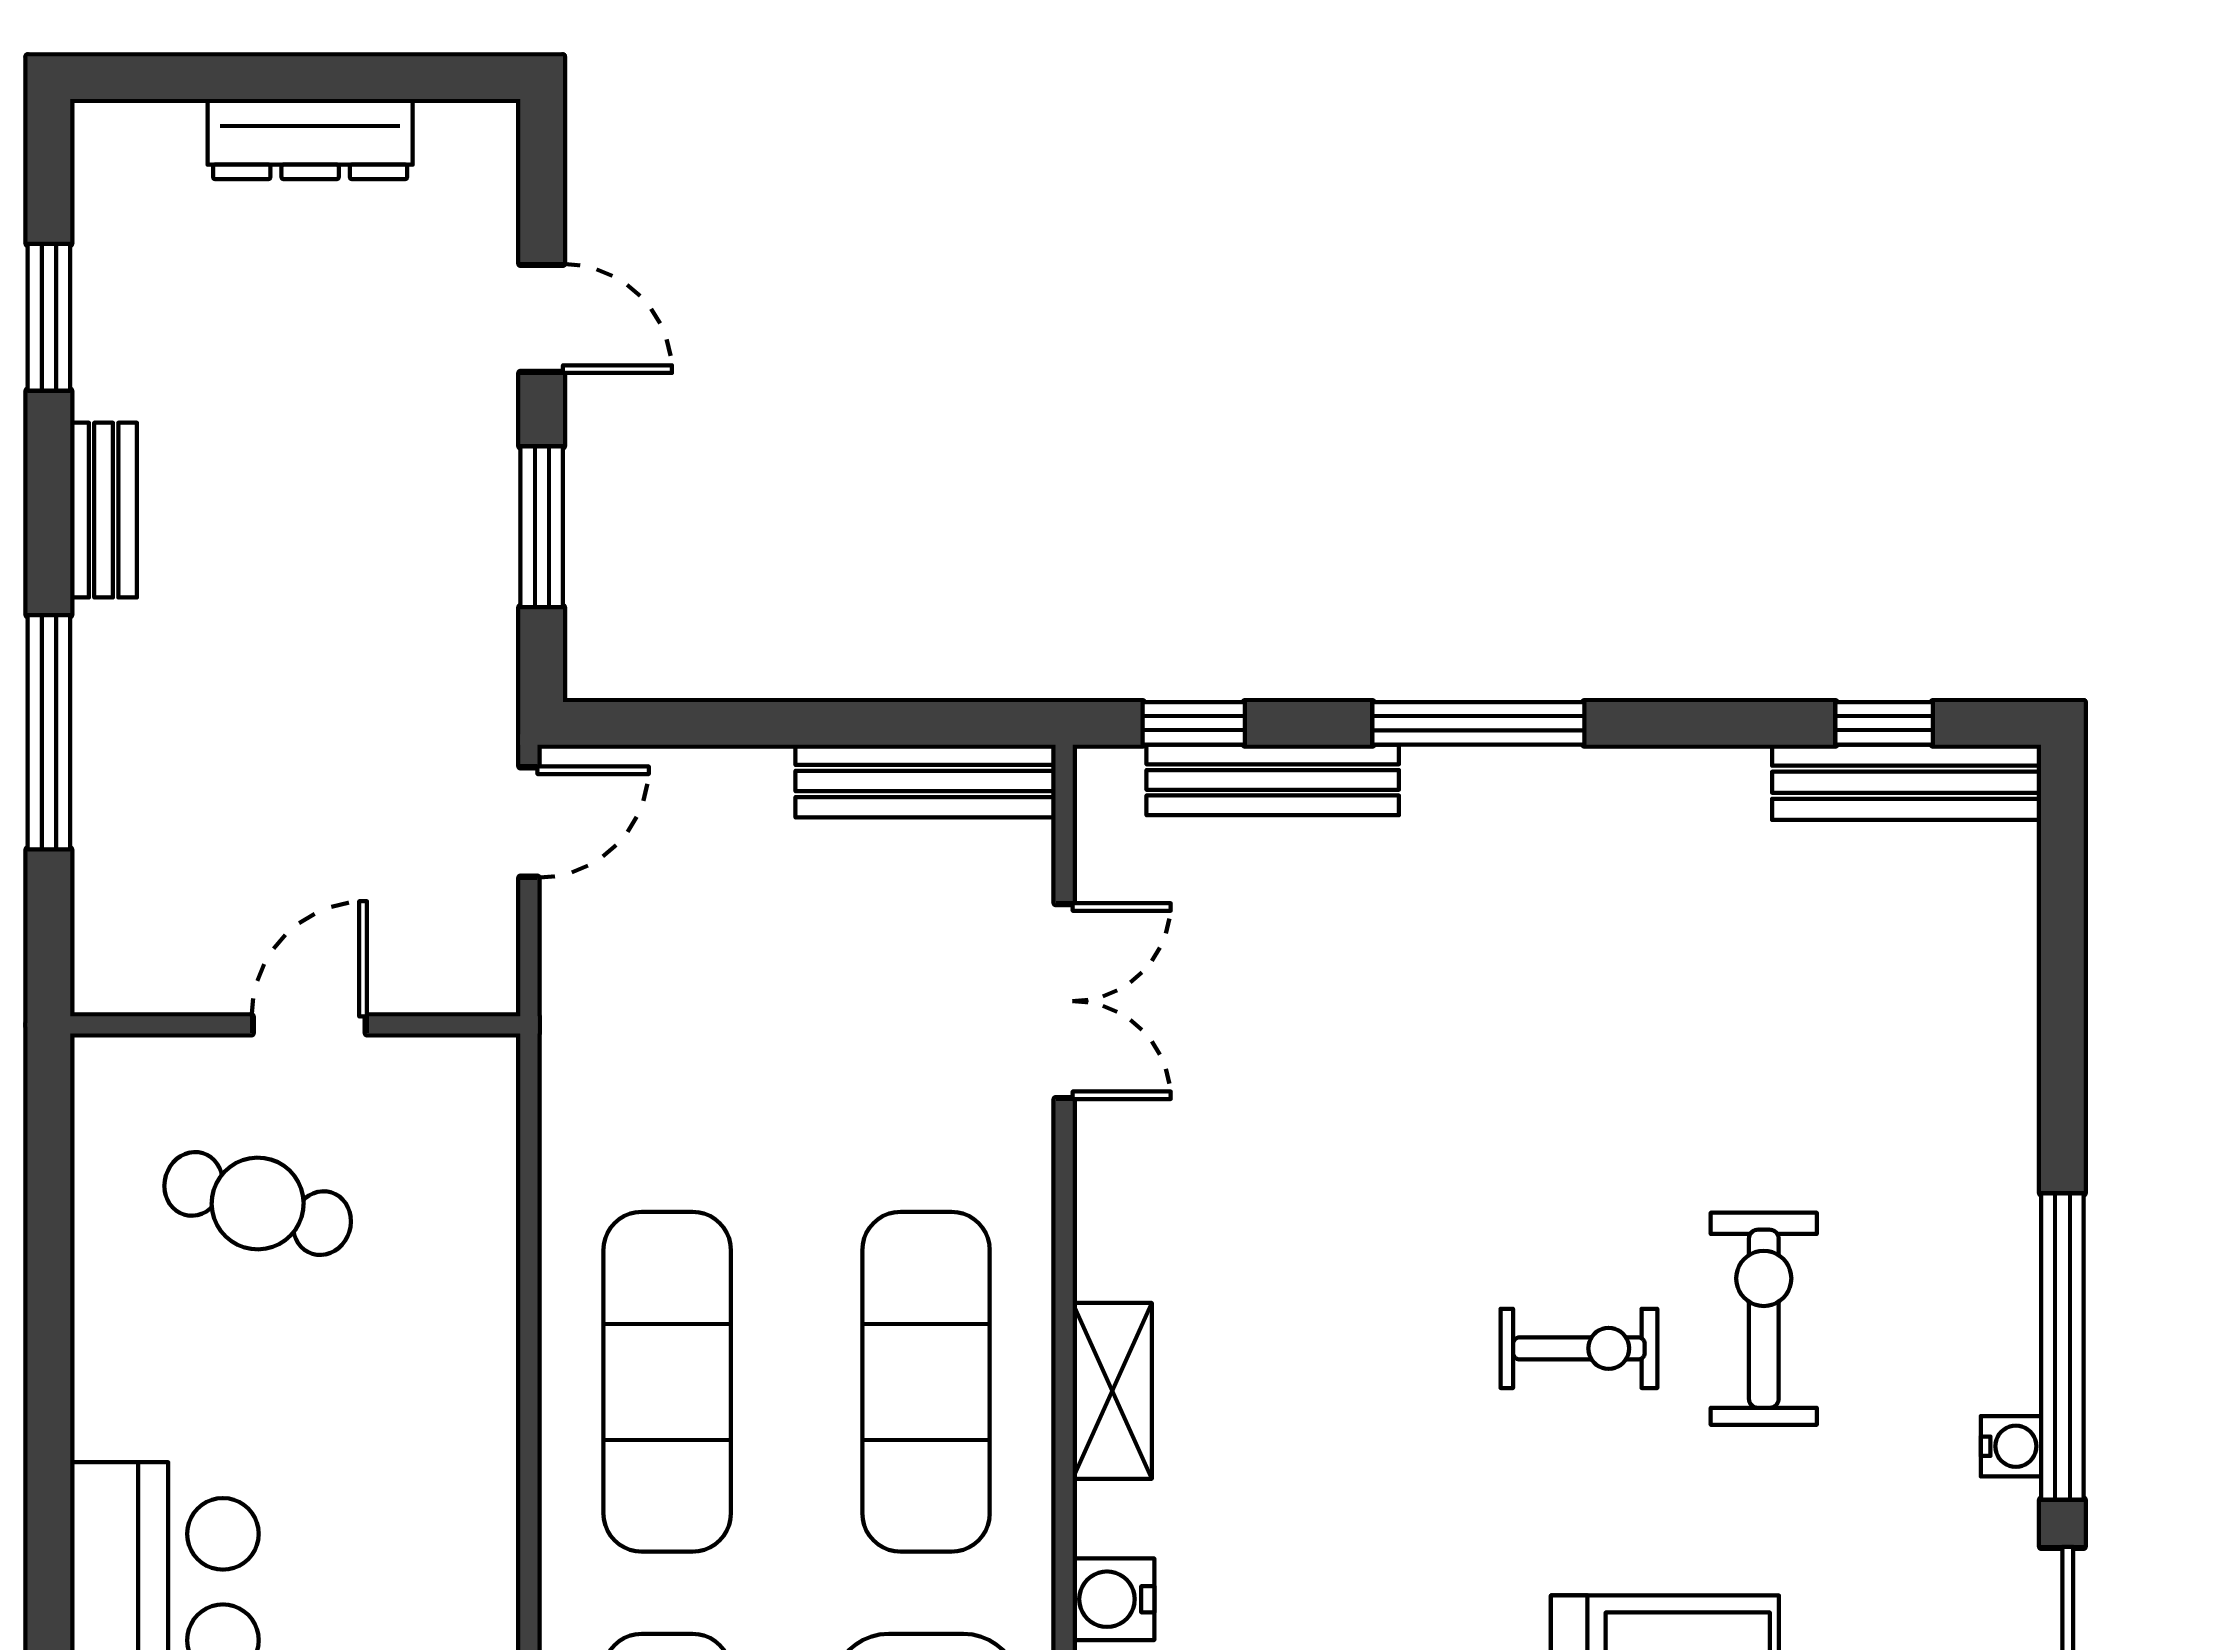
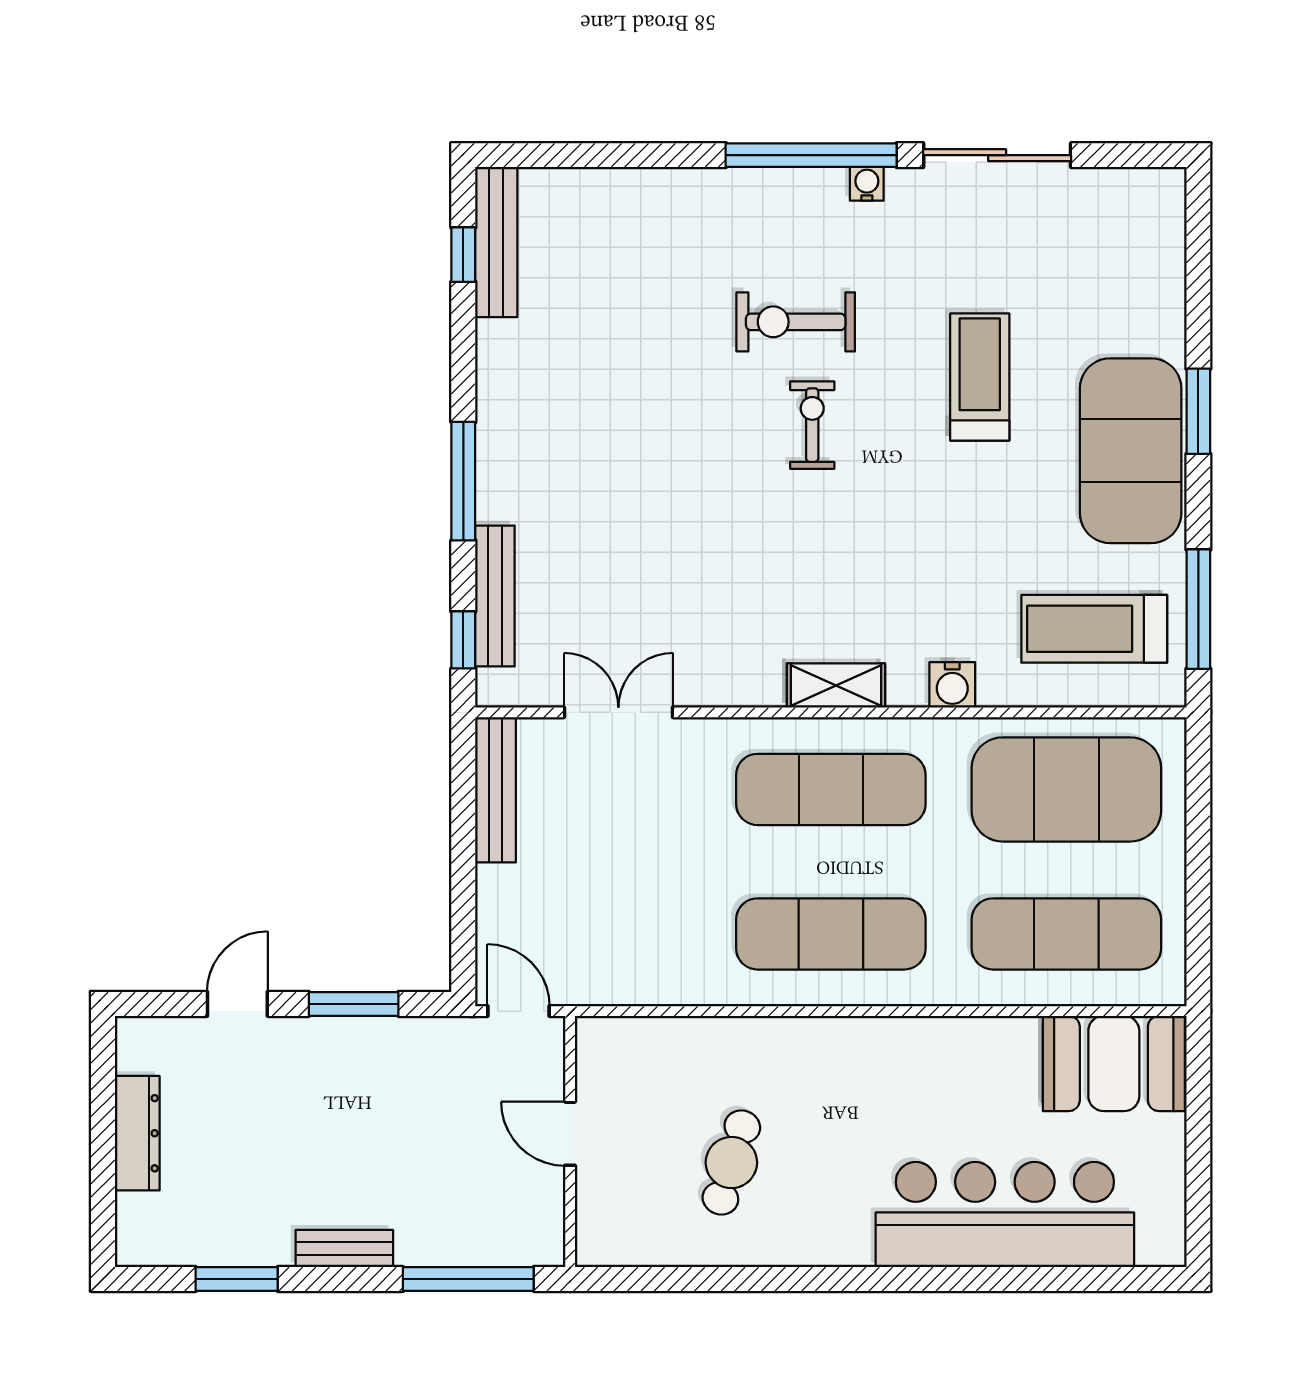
wall: (295, 1025) -> (570, 1141), moved
door: (309, 1025) -> (570, 1134), moved

